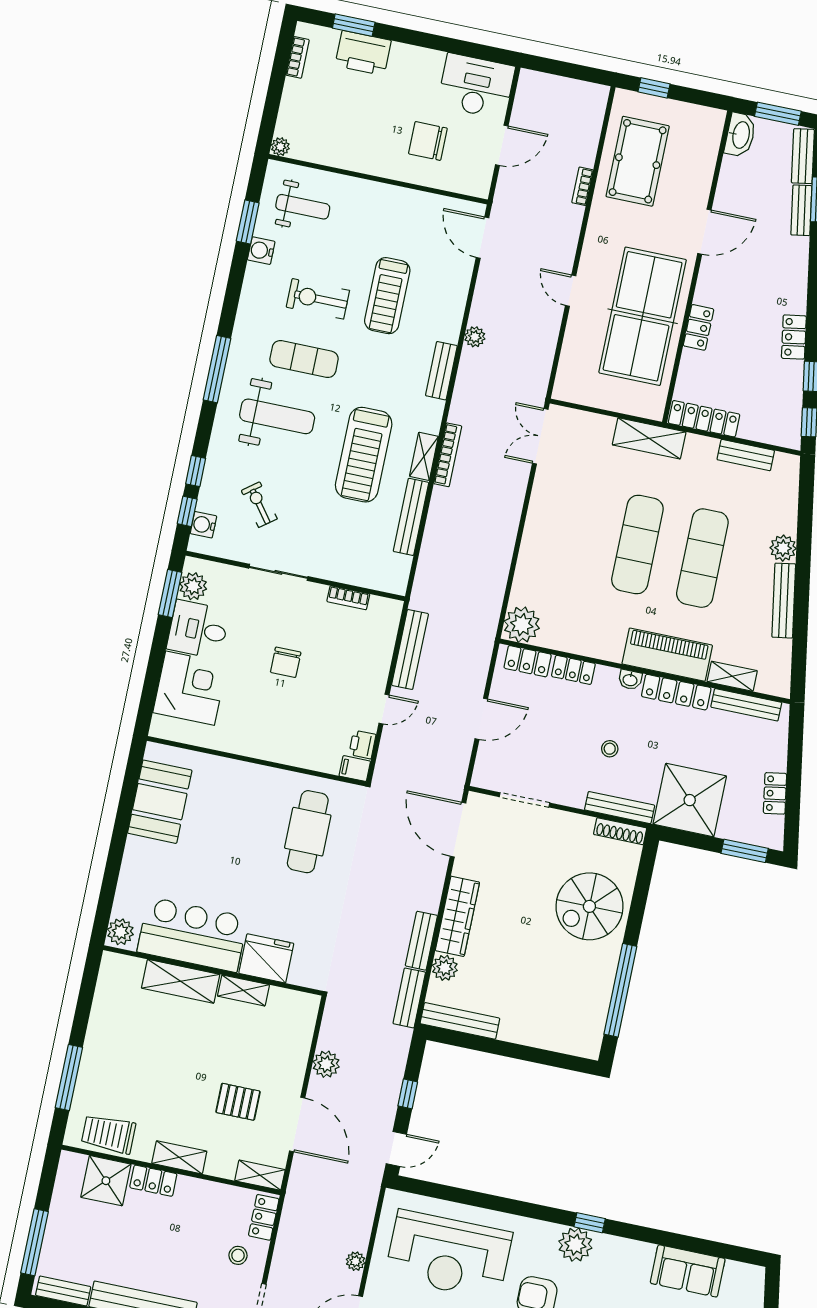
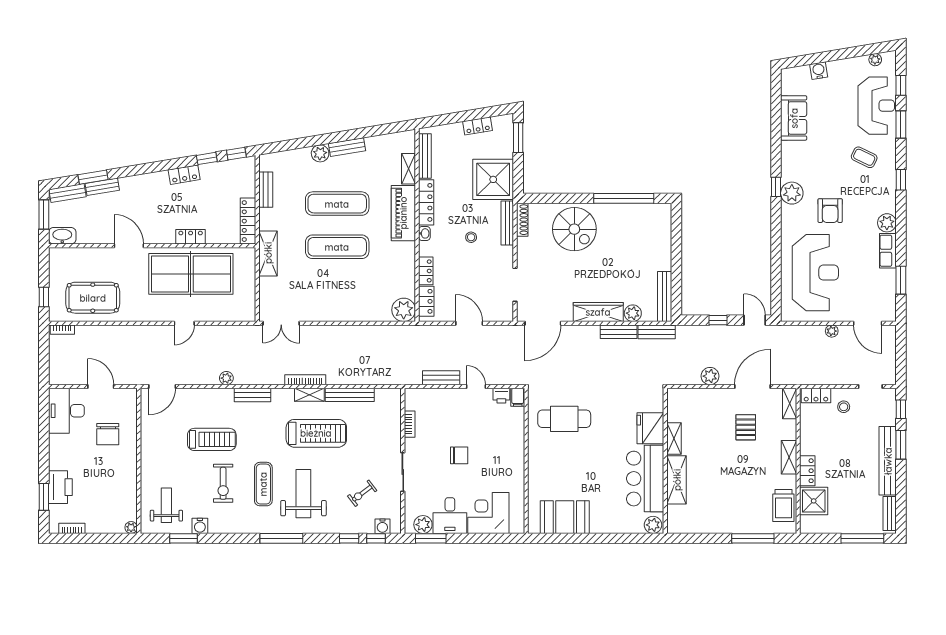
bookcase: (582, 186) -> (62, 330), moved
bench: (784, 601) -> (347, 147), width x0.73
bench: (410, 649) -> (441, 378), width x0.73

